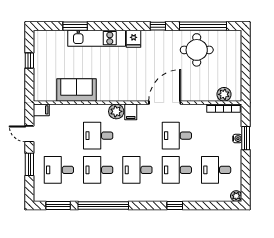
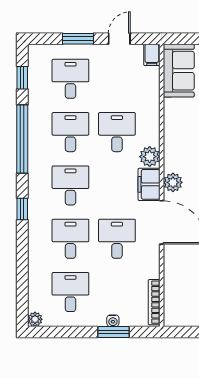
sofa: (76, 90) -> (179, 71), moved
plant: (224, 94) -> (173, 182), moved
filing cabinet: (131, 112) -> (149, 184), width x2.00
window: (58, 205) -> (22, 78), width x0.67
window: (175, 205) -> (22, 209), moved

